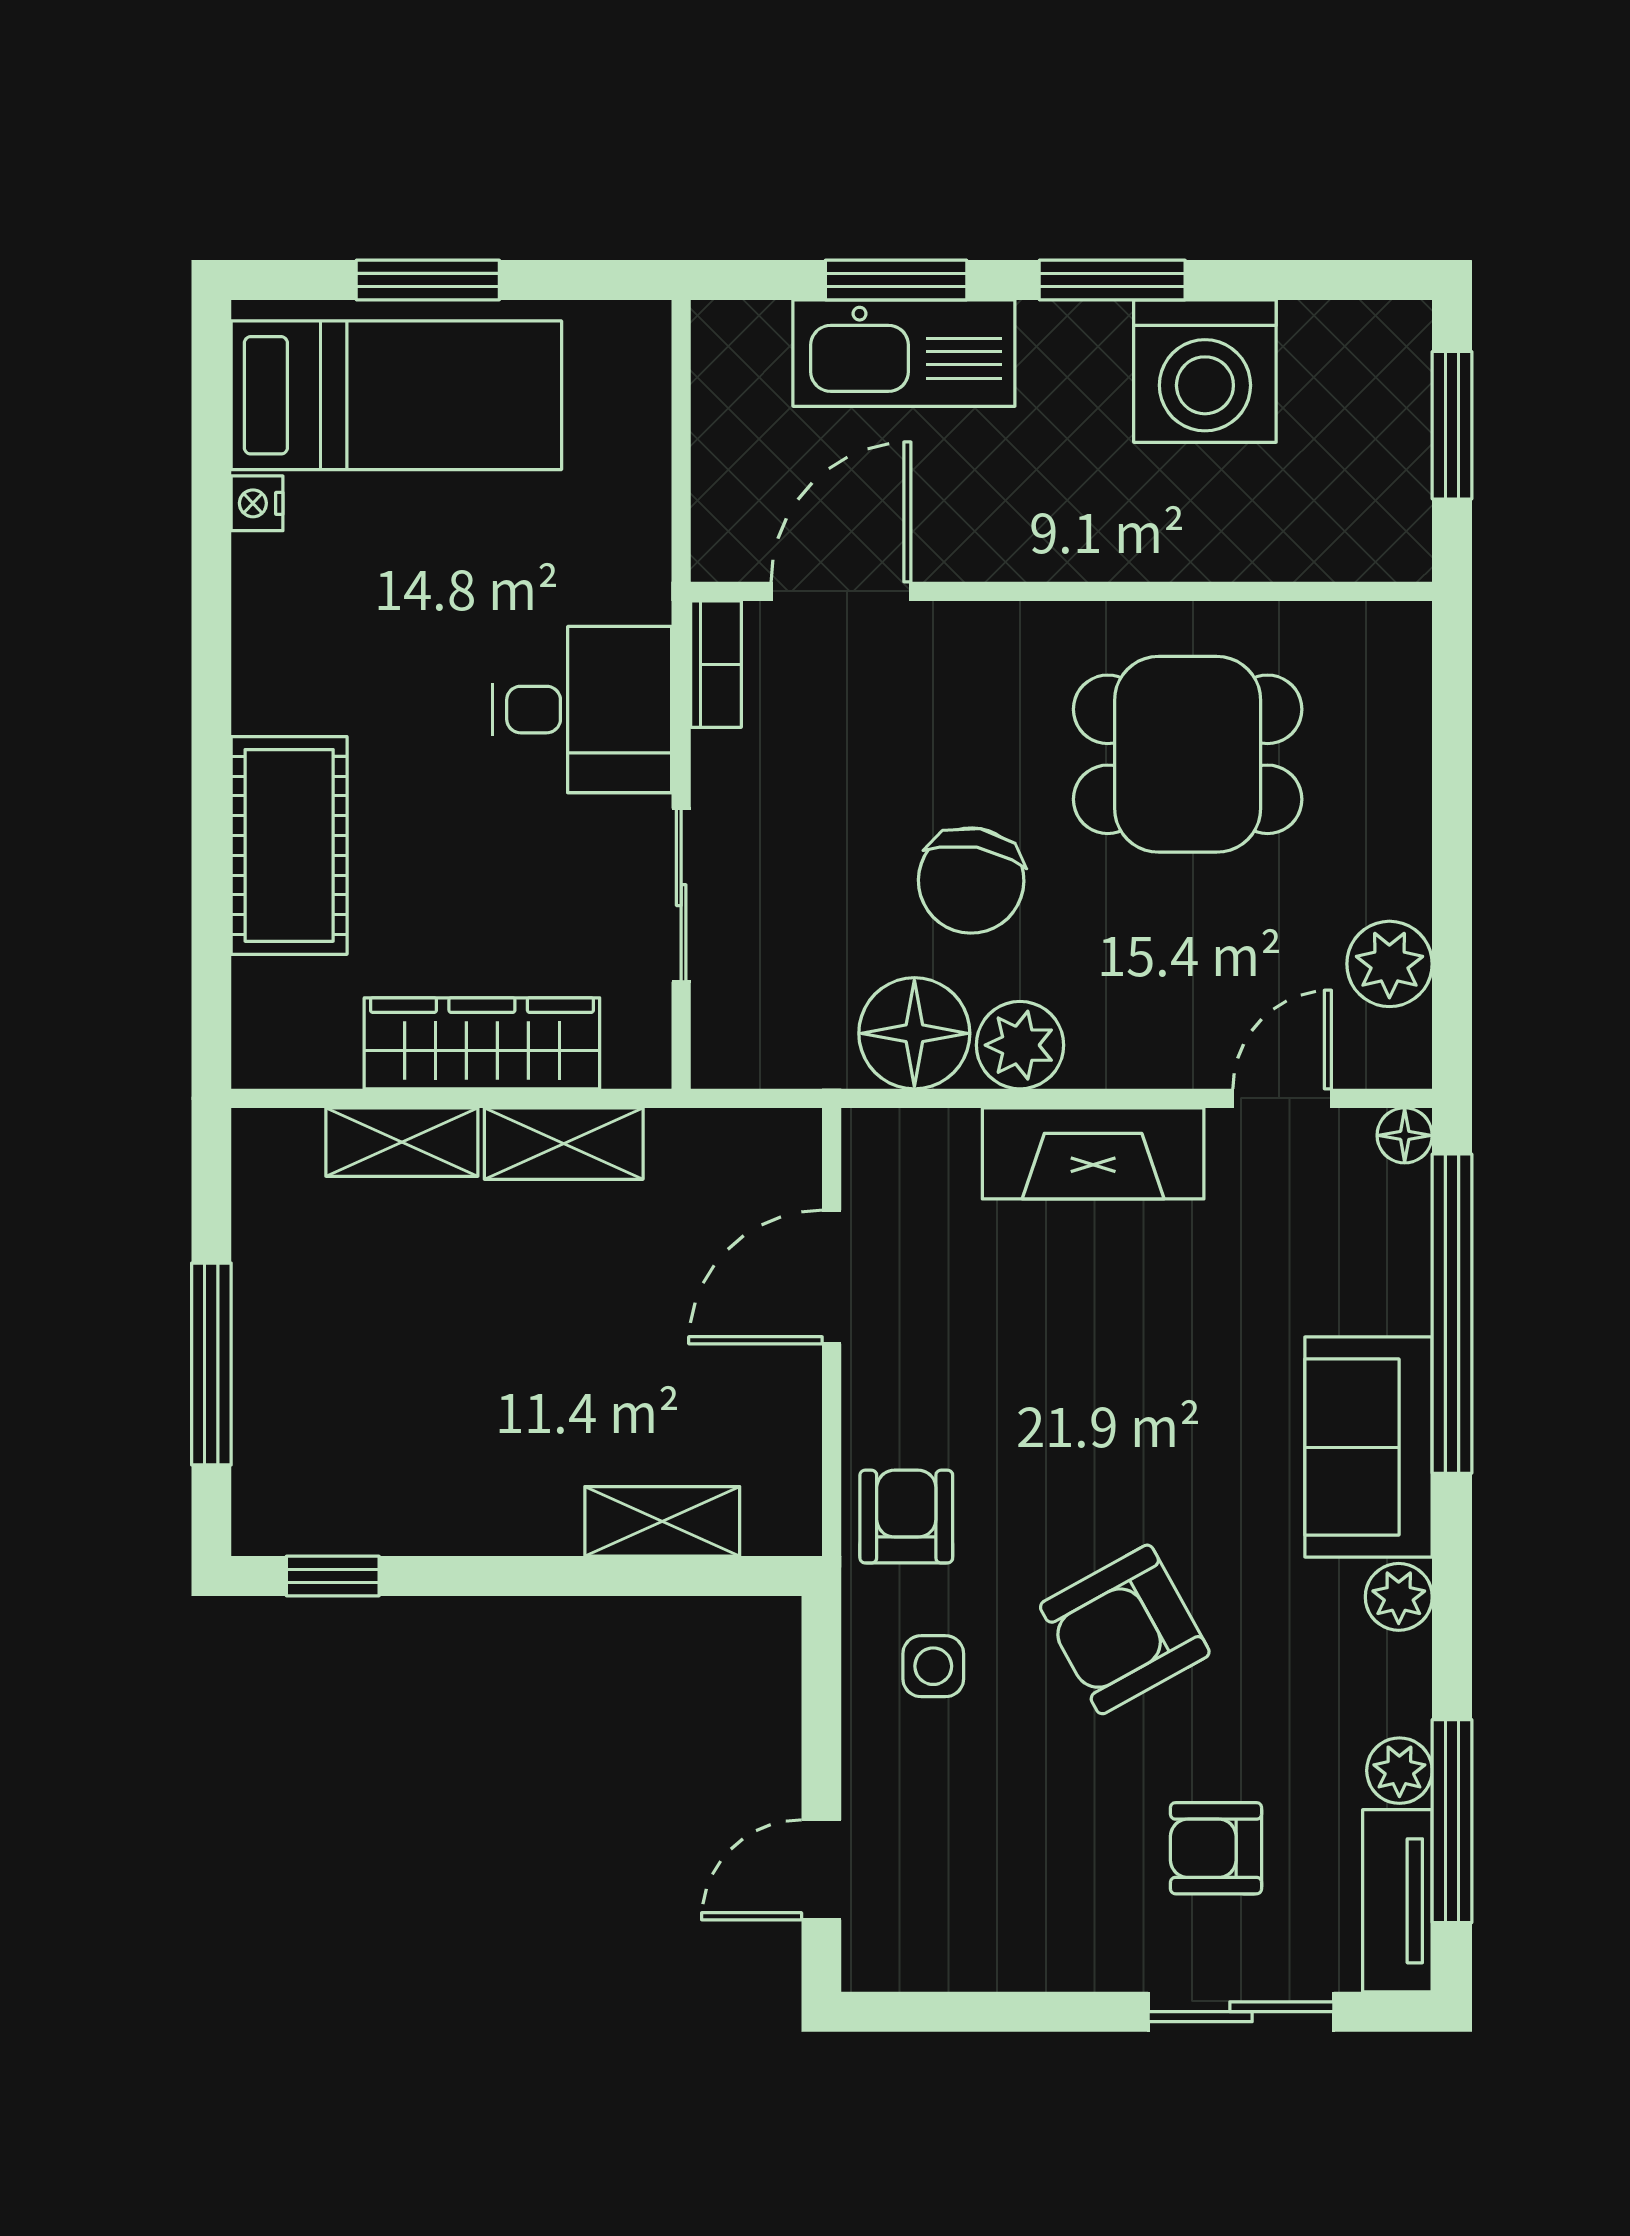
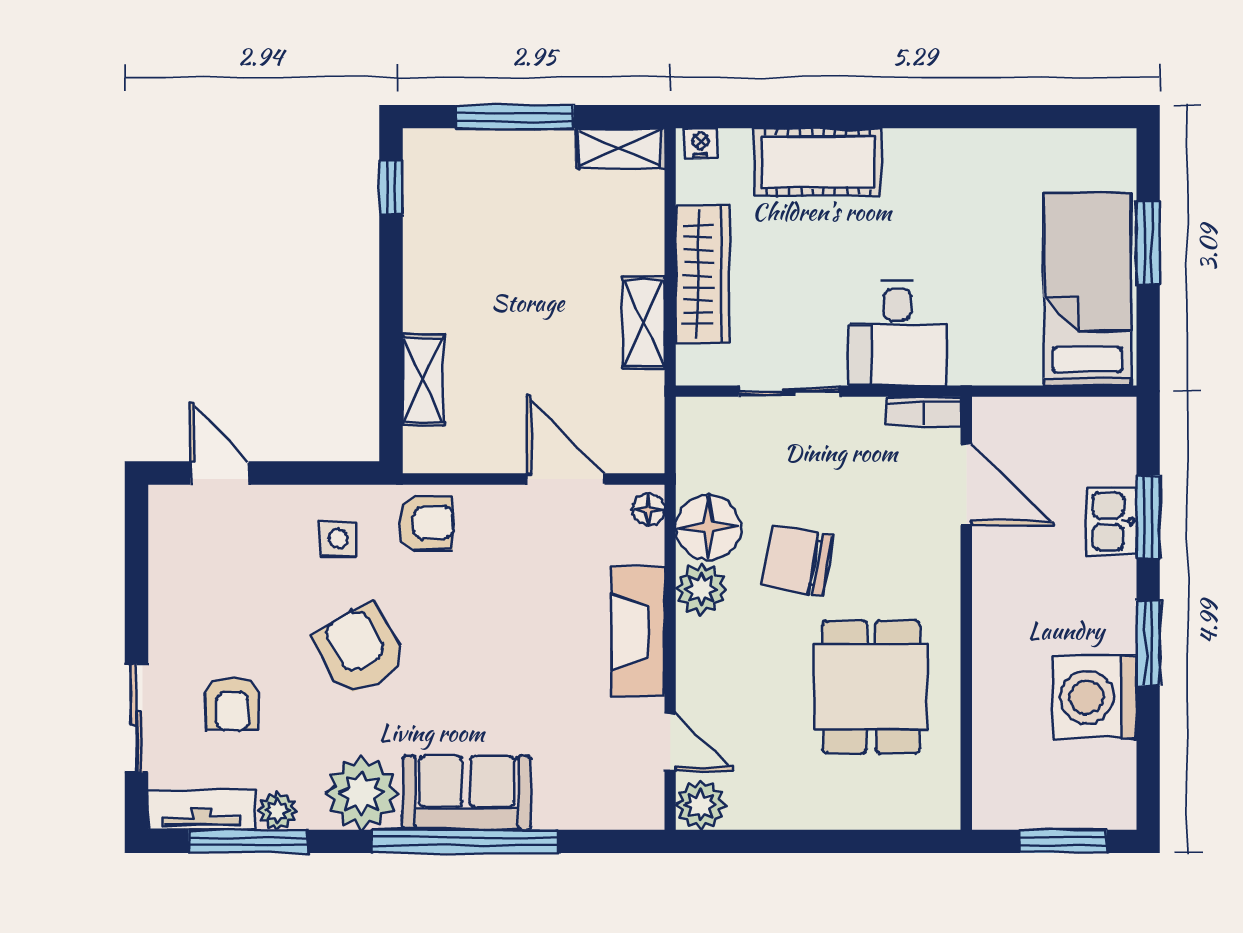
kitchen sink: (904, 353) -> (1112, 521), width x0.53, depth x0.81
bed: (396, 395) -> (1087, 289), moved, turned 180
nightstand: (257, 503) -> (700, 143), moved
plant: (1389, 964) -> (701, 805), moved
floor lamp: (1405, 1135) -> (648, 509), moved
shelving: (402, 1142) -> (620, 148), moved, turned 90
window: (1452, 1314) -> (465, 841), moved
plant: (1399, 1597) -> (362, 793), width x1.88, depth x1.88
armchair: (1216, 1848) -> (232, 704), turned 180

